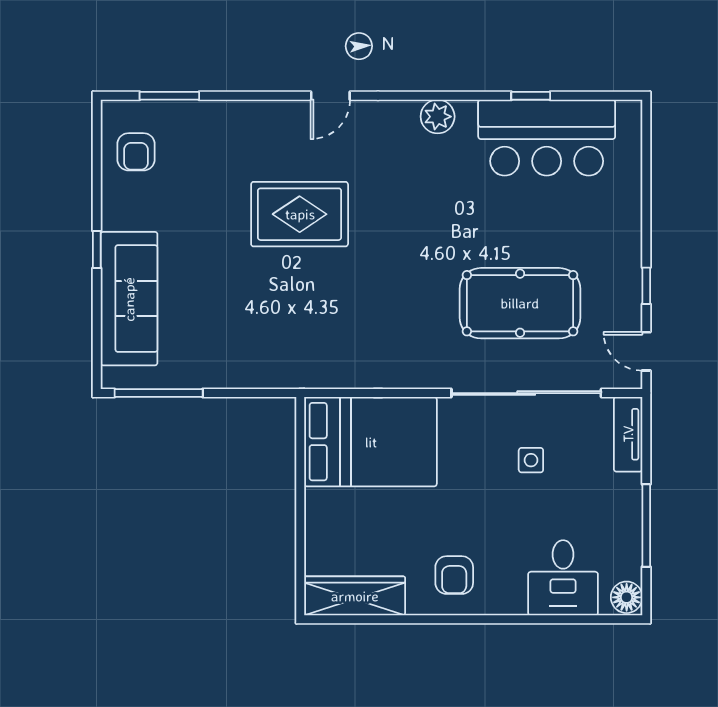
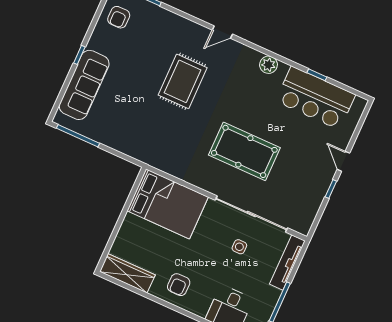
rug: (300, 214) -> (183, 81), turned 90
pool table: (520, 303) -> (244, 151), moved
door: (646, 351) -> (343, 161), moved
tv unit: (628, 434) -> (287, 262), width x1.41

